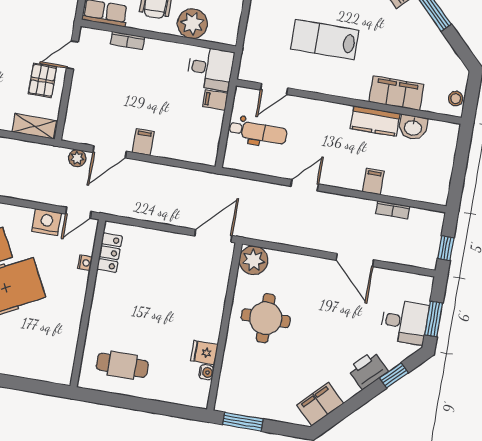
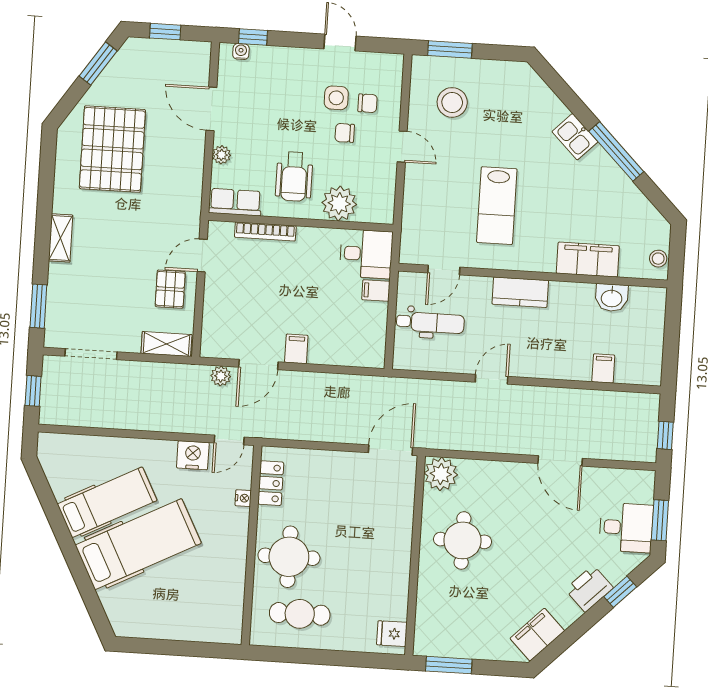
lab bench: (325, 40) -> (497, 206), turned -90
bookcase: (128, 41) -> (265, 232), width x1.56
kitchen counter: (375, 121) -> (520, 292), moved
filing cabinet: (373, 182) -> (603, 368), moved
bookcase: (393, 210) -> (598, 397), removed
round table: (118, 316) -> (289, 557), added
fridge: (204, 353) -> (392, 634), moved
water cooler: (206, 372) -> (400, 612), removed

